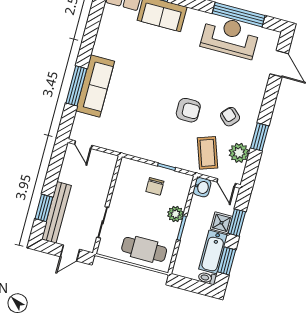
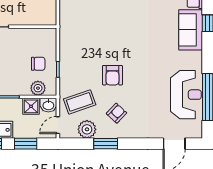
chair: (155, 186) -> (38, 64), turned 180
plant: (176, 214) -> (38, 88), moved
shower: (221, 223) -> (31, 106), moved

